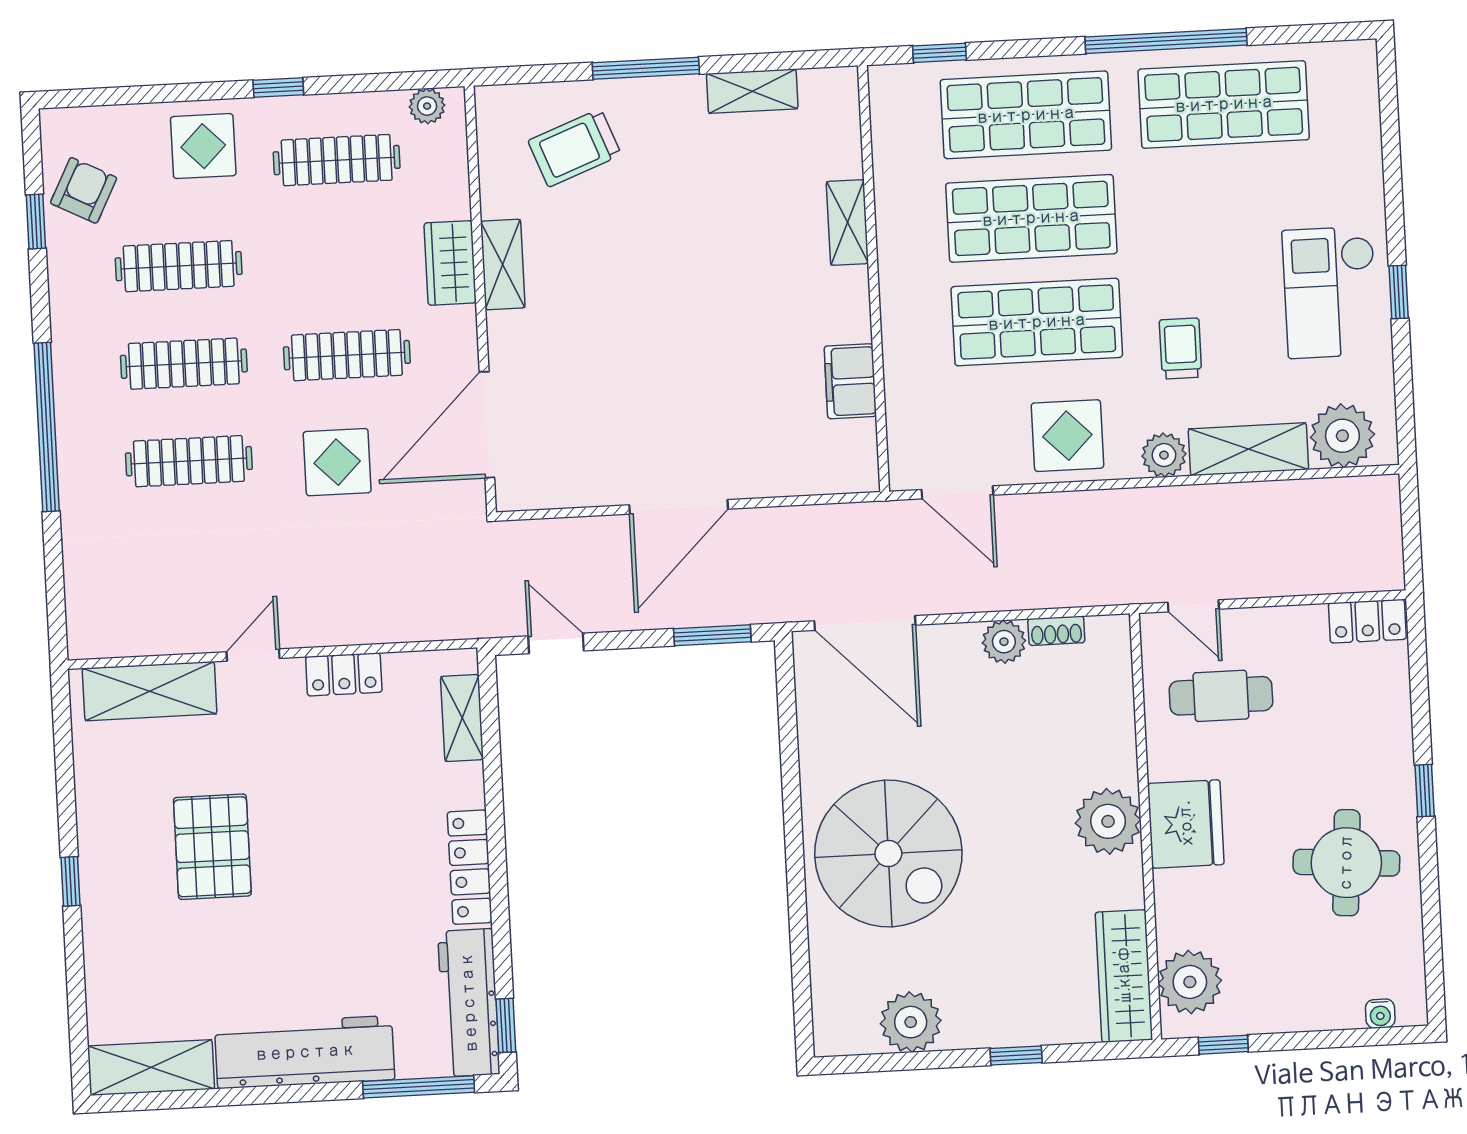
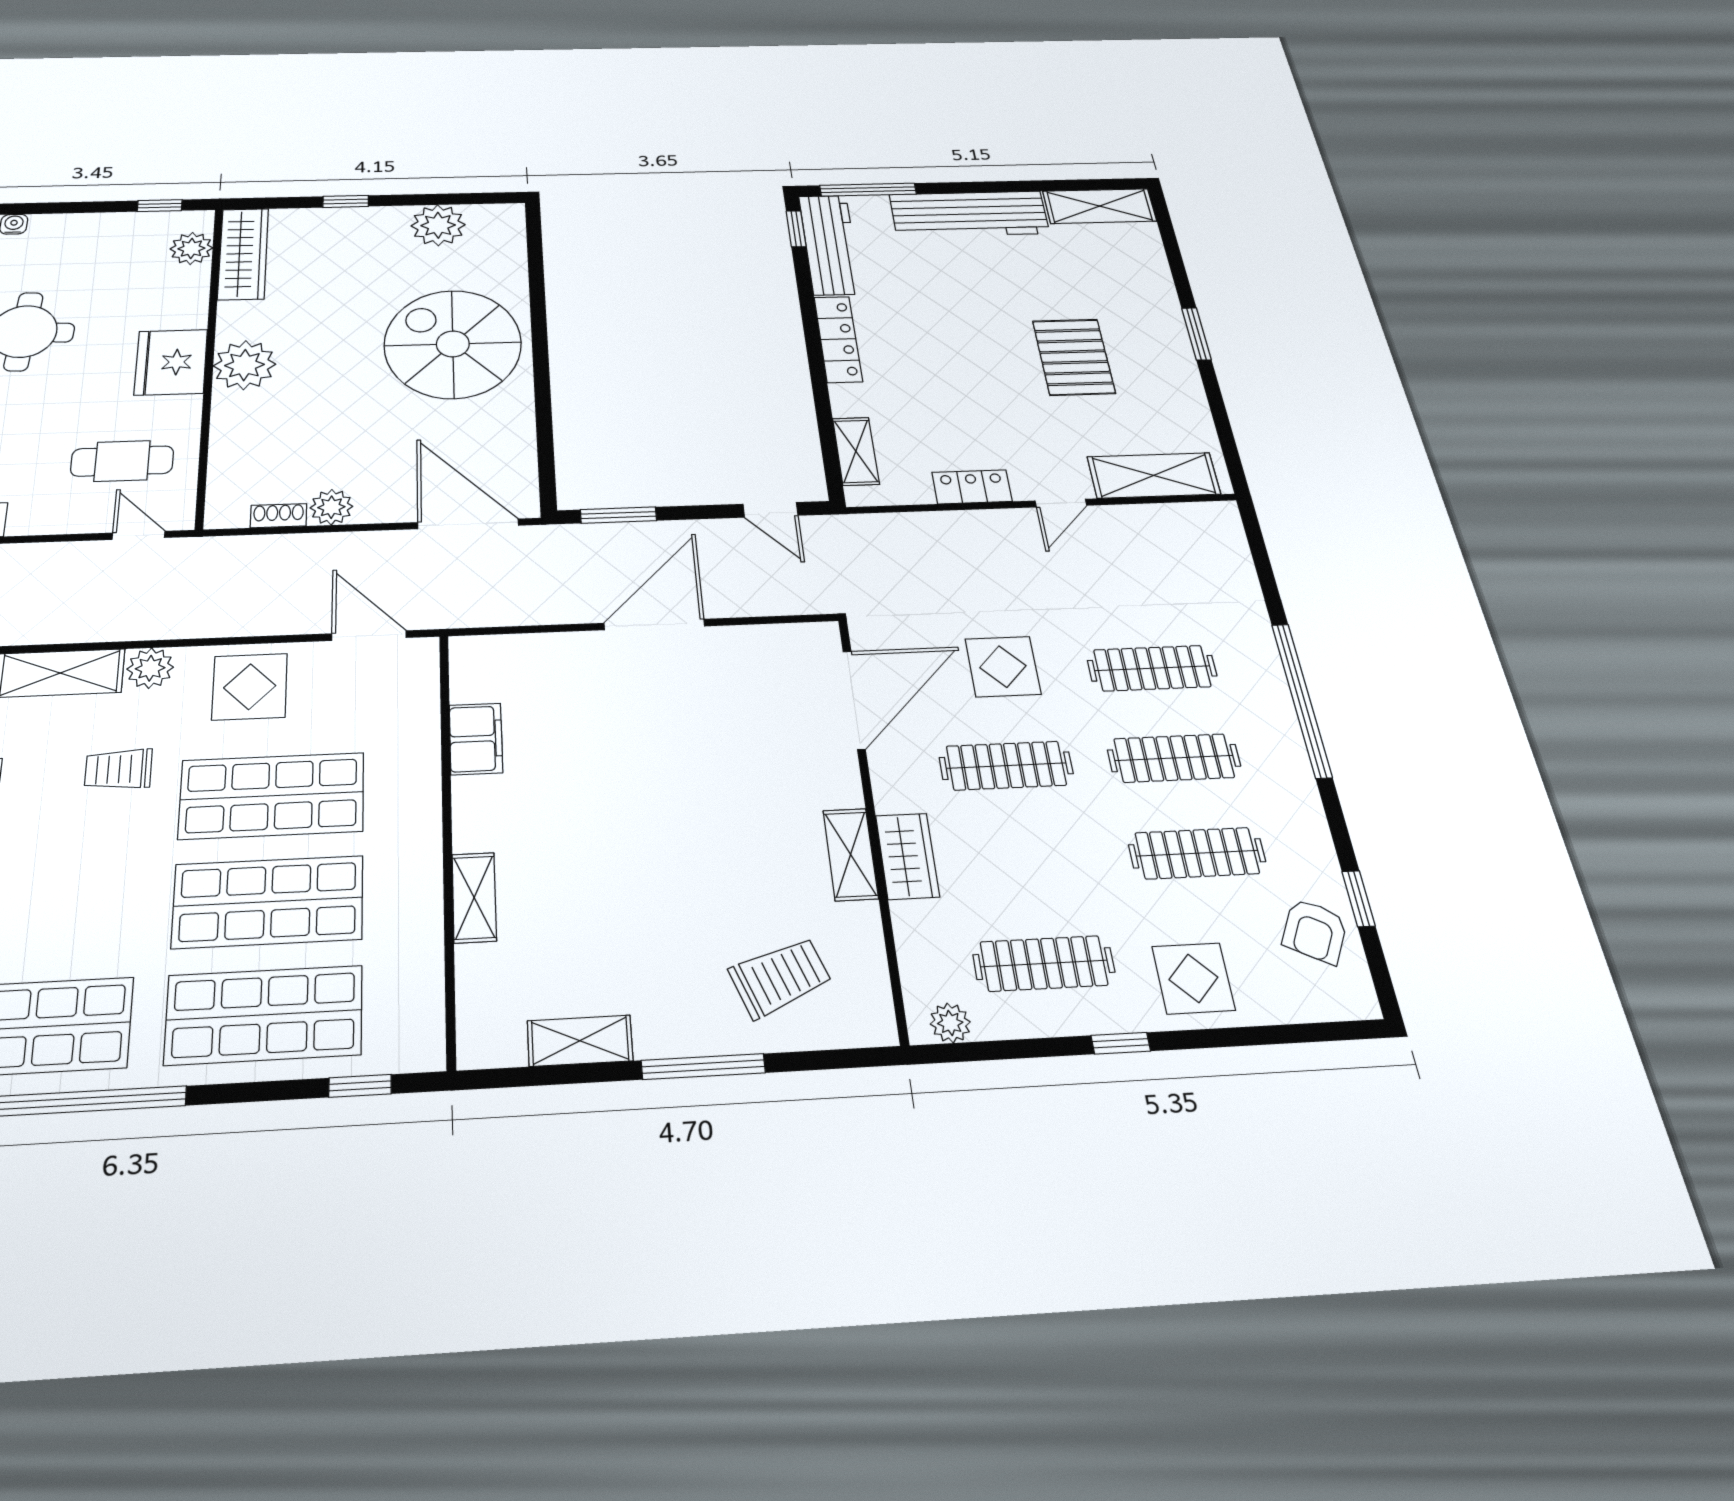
trolley: (1181, 348) -> (118, 769), turned 90
window: (70, 881) -> (1196, 334), width x1.50
plant: (1190, 982) -> (191, 248), width x0.73, depth x0.73

